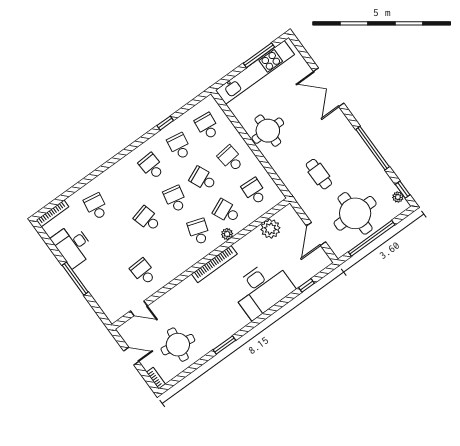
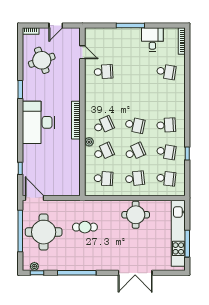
double door: (329, 87) -> (135, 273), swing flipped
school desk: (147, 219) -> (135, 98), removed
plant: (270, 229) -> (73, 172), removed
school desk: (199, 232) -> (103, 125), turned -42
door: (316, 234) -> (34, 198), moved
desk: (73, 245) -> (152, 39), width x0.73
desk: (262, 289) -> (38, 122), moved
door: (139, 308) -> (82, 52), swing flipped
round table: (178, 345) -> (42, 60), turned -31

